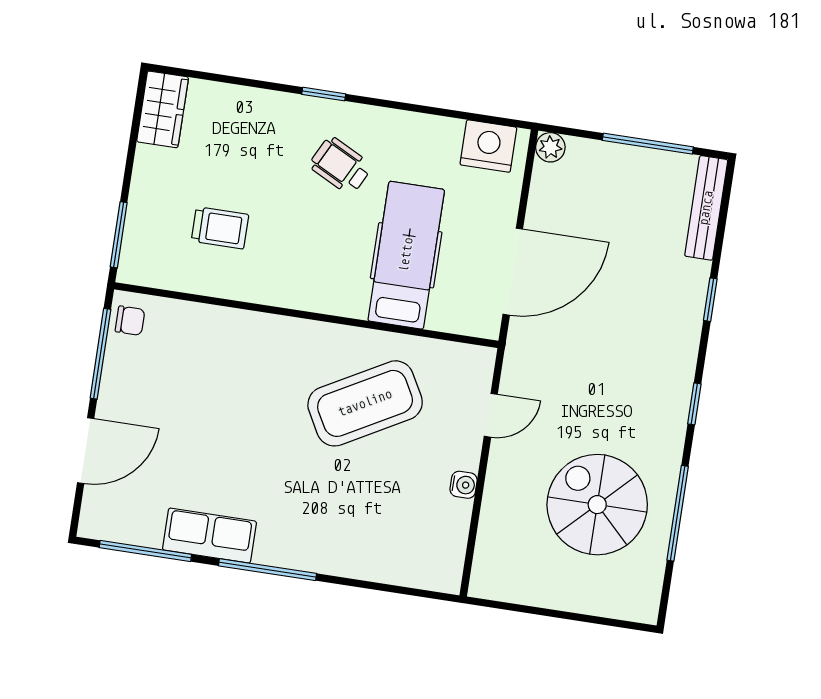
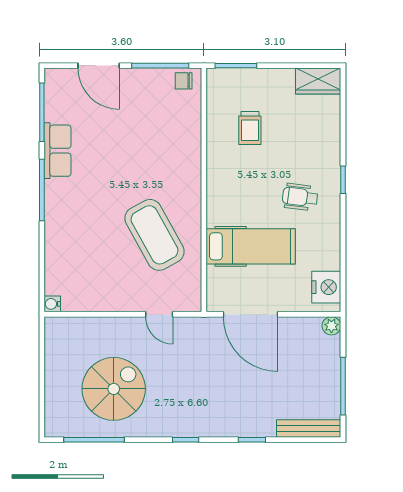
wheelchair: (341, 166) -> (300, 197), turned -110
chair: (130, 321) -> (184, 81), turned 90
water cooler: (464, 485) -> (52, 304), moved, turned 90
window: (678, 513) -> (94, 440), moved

